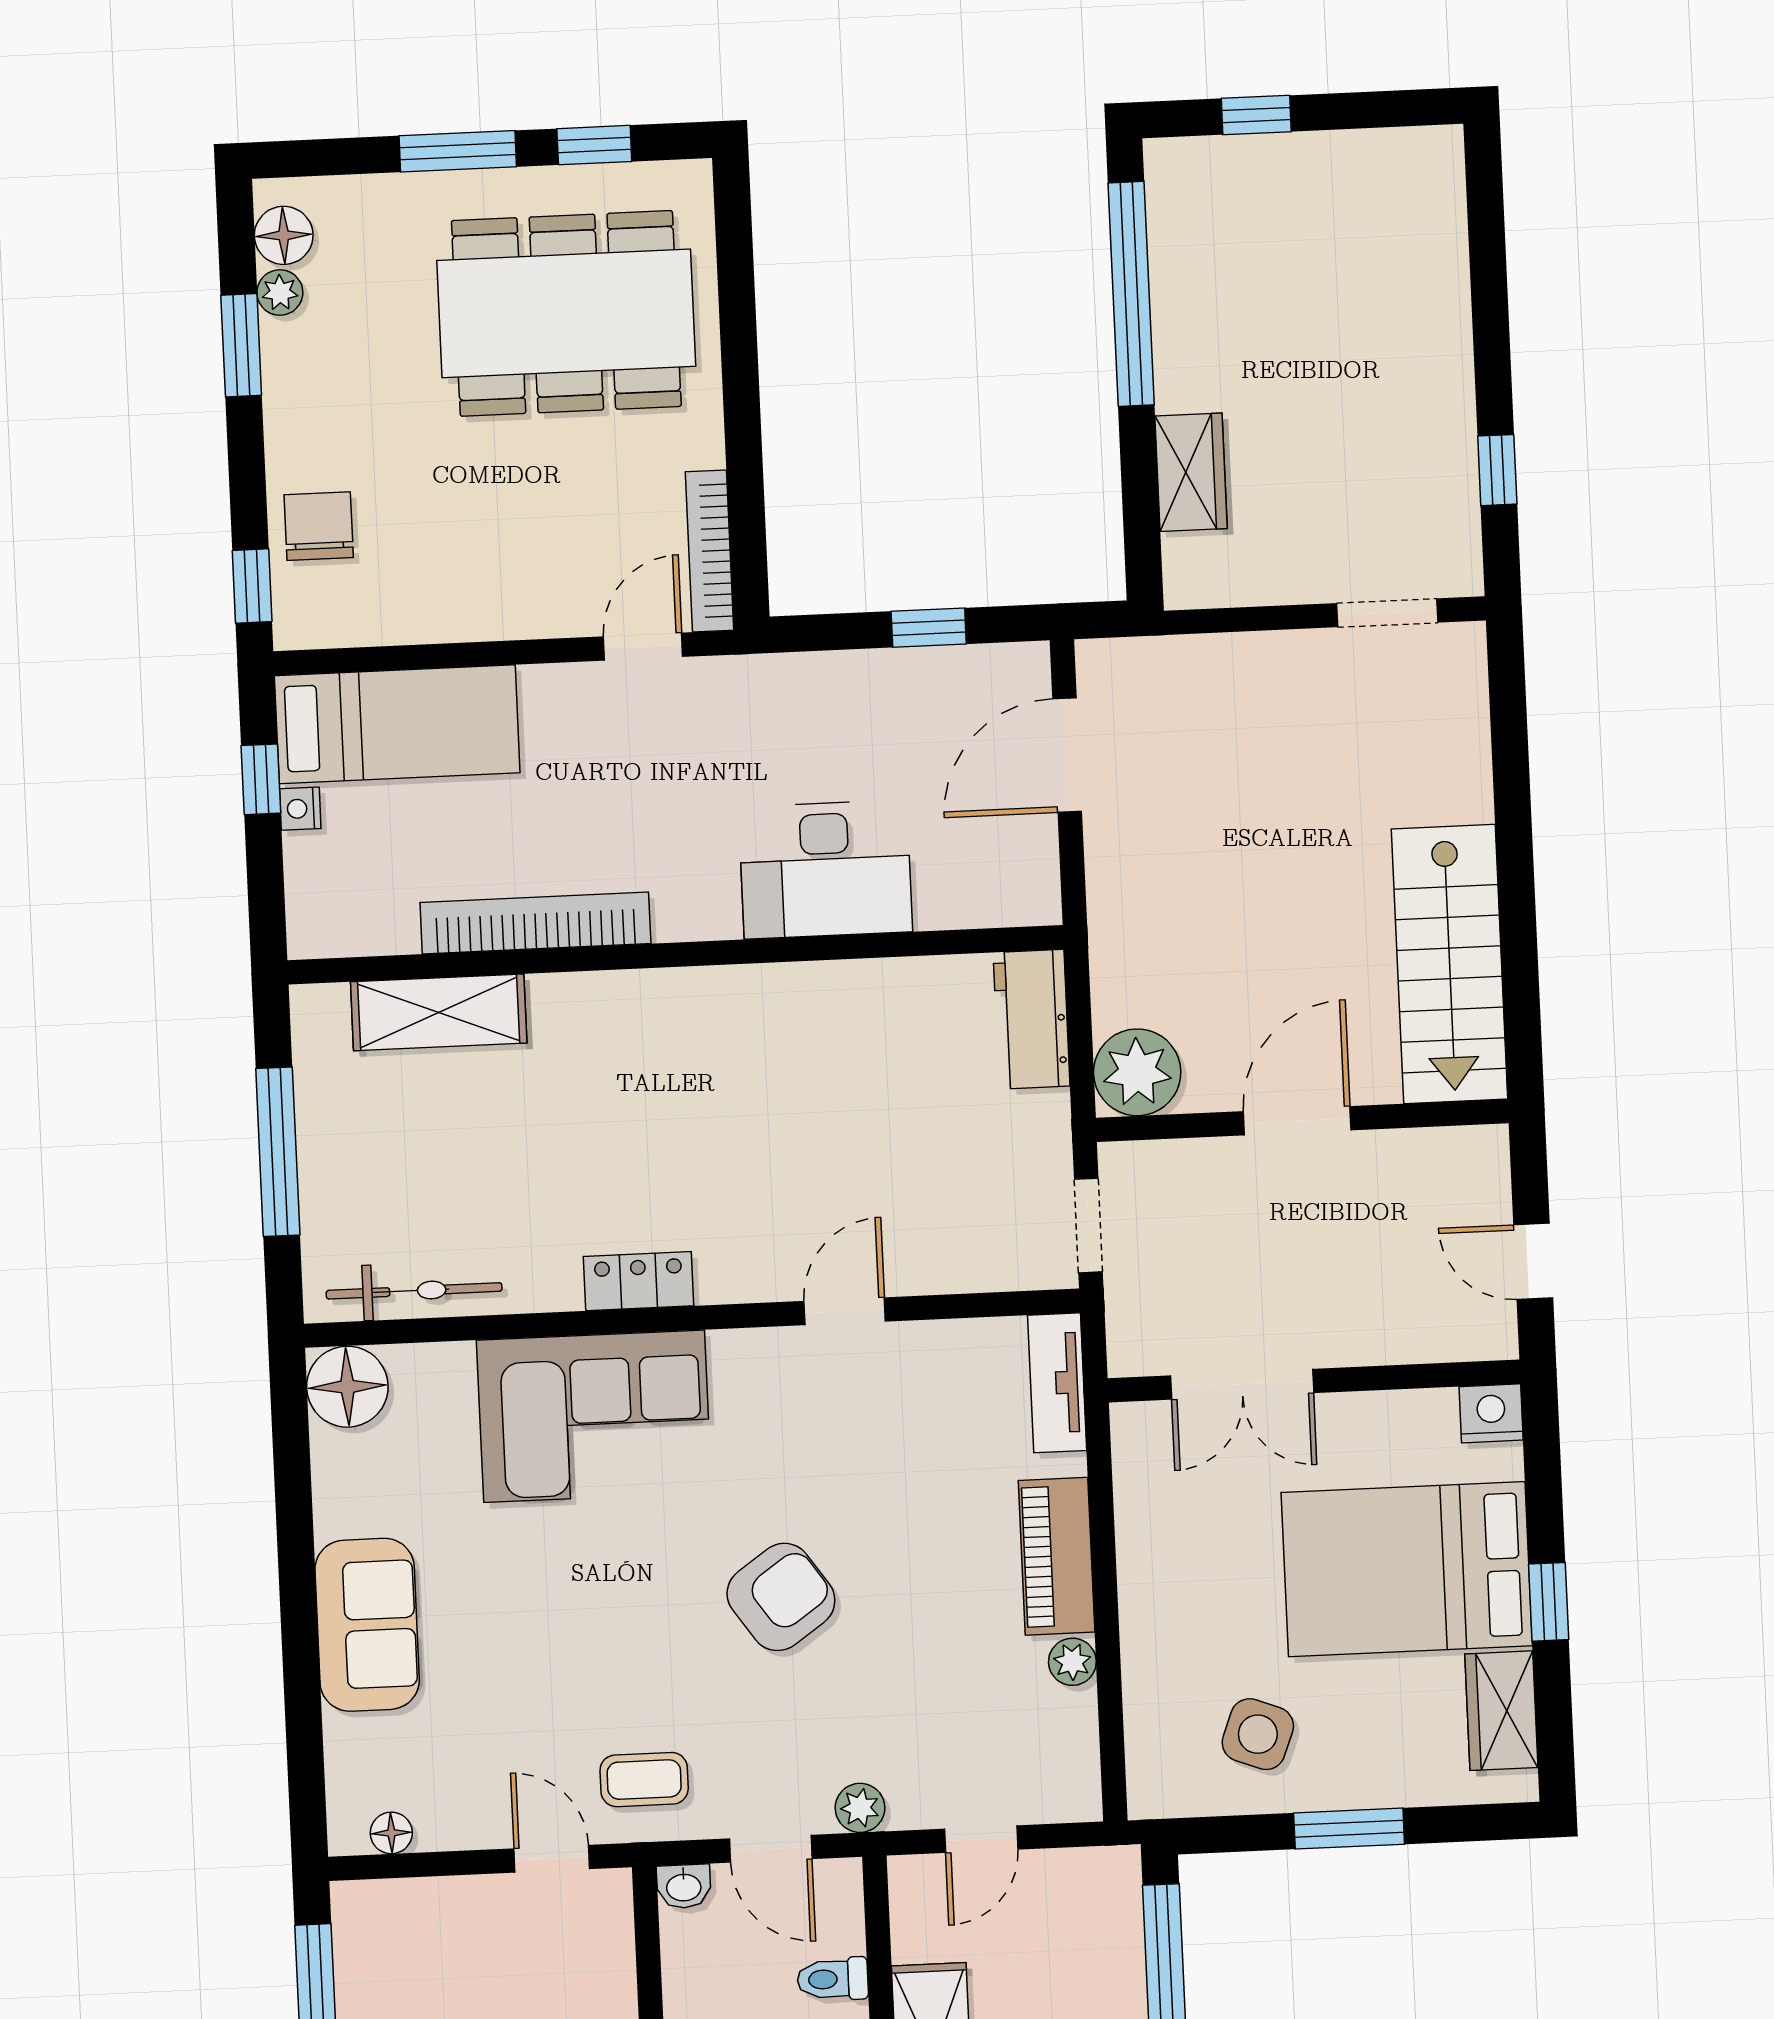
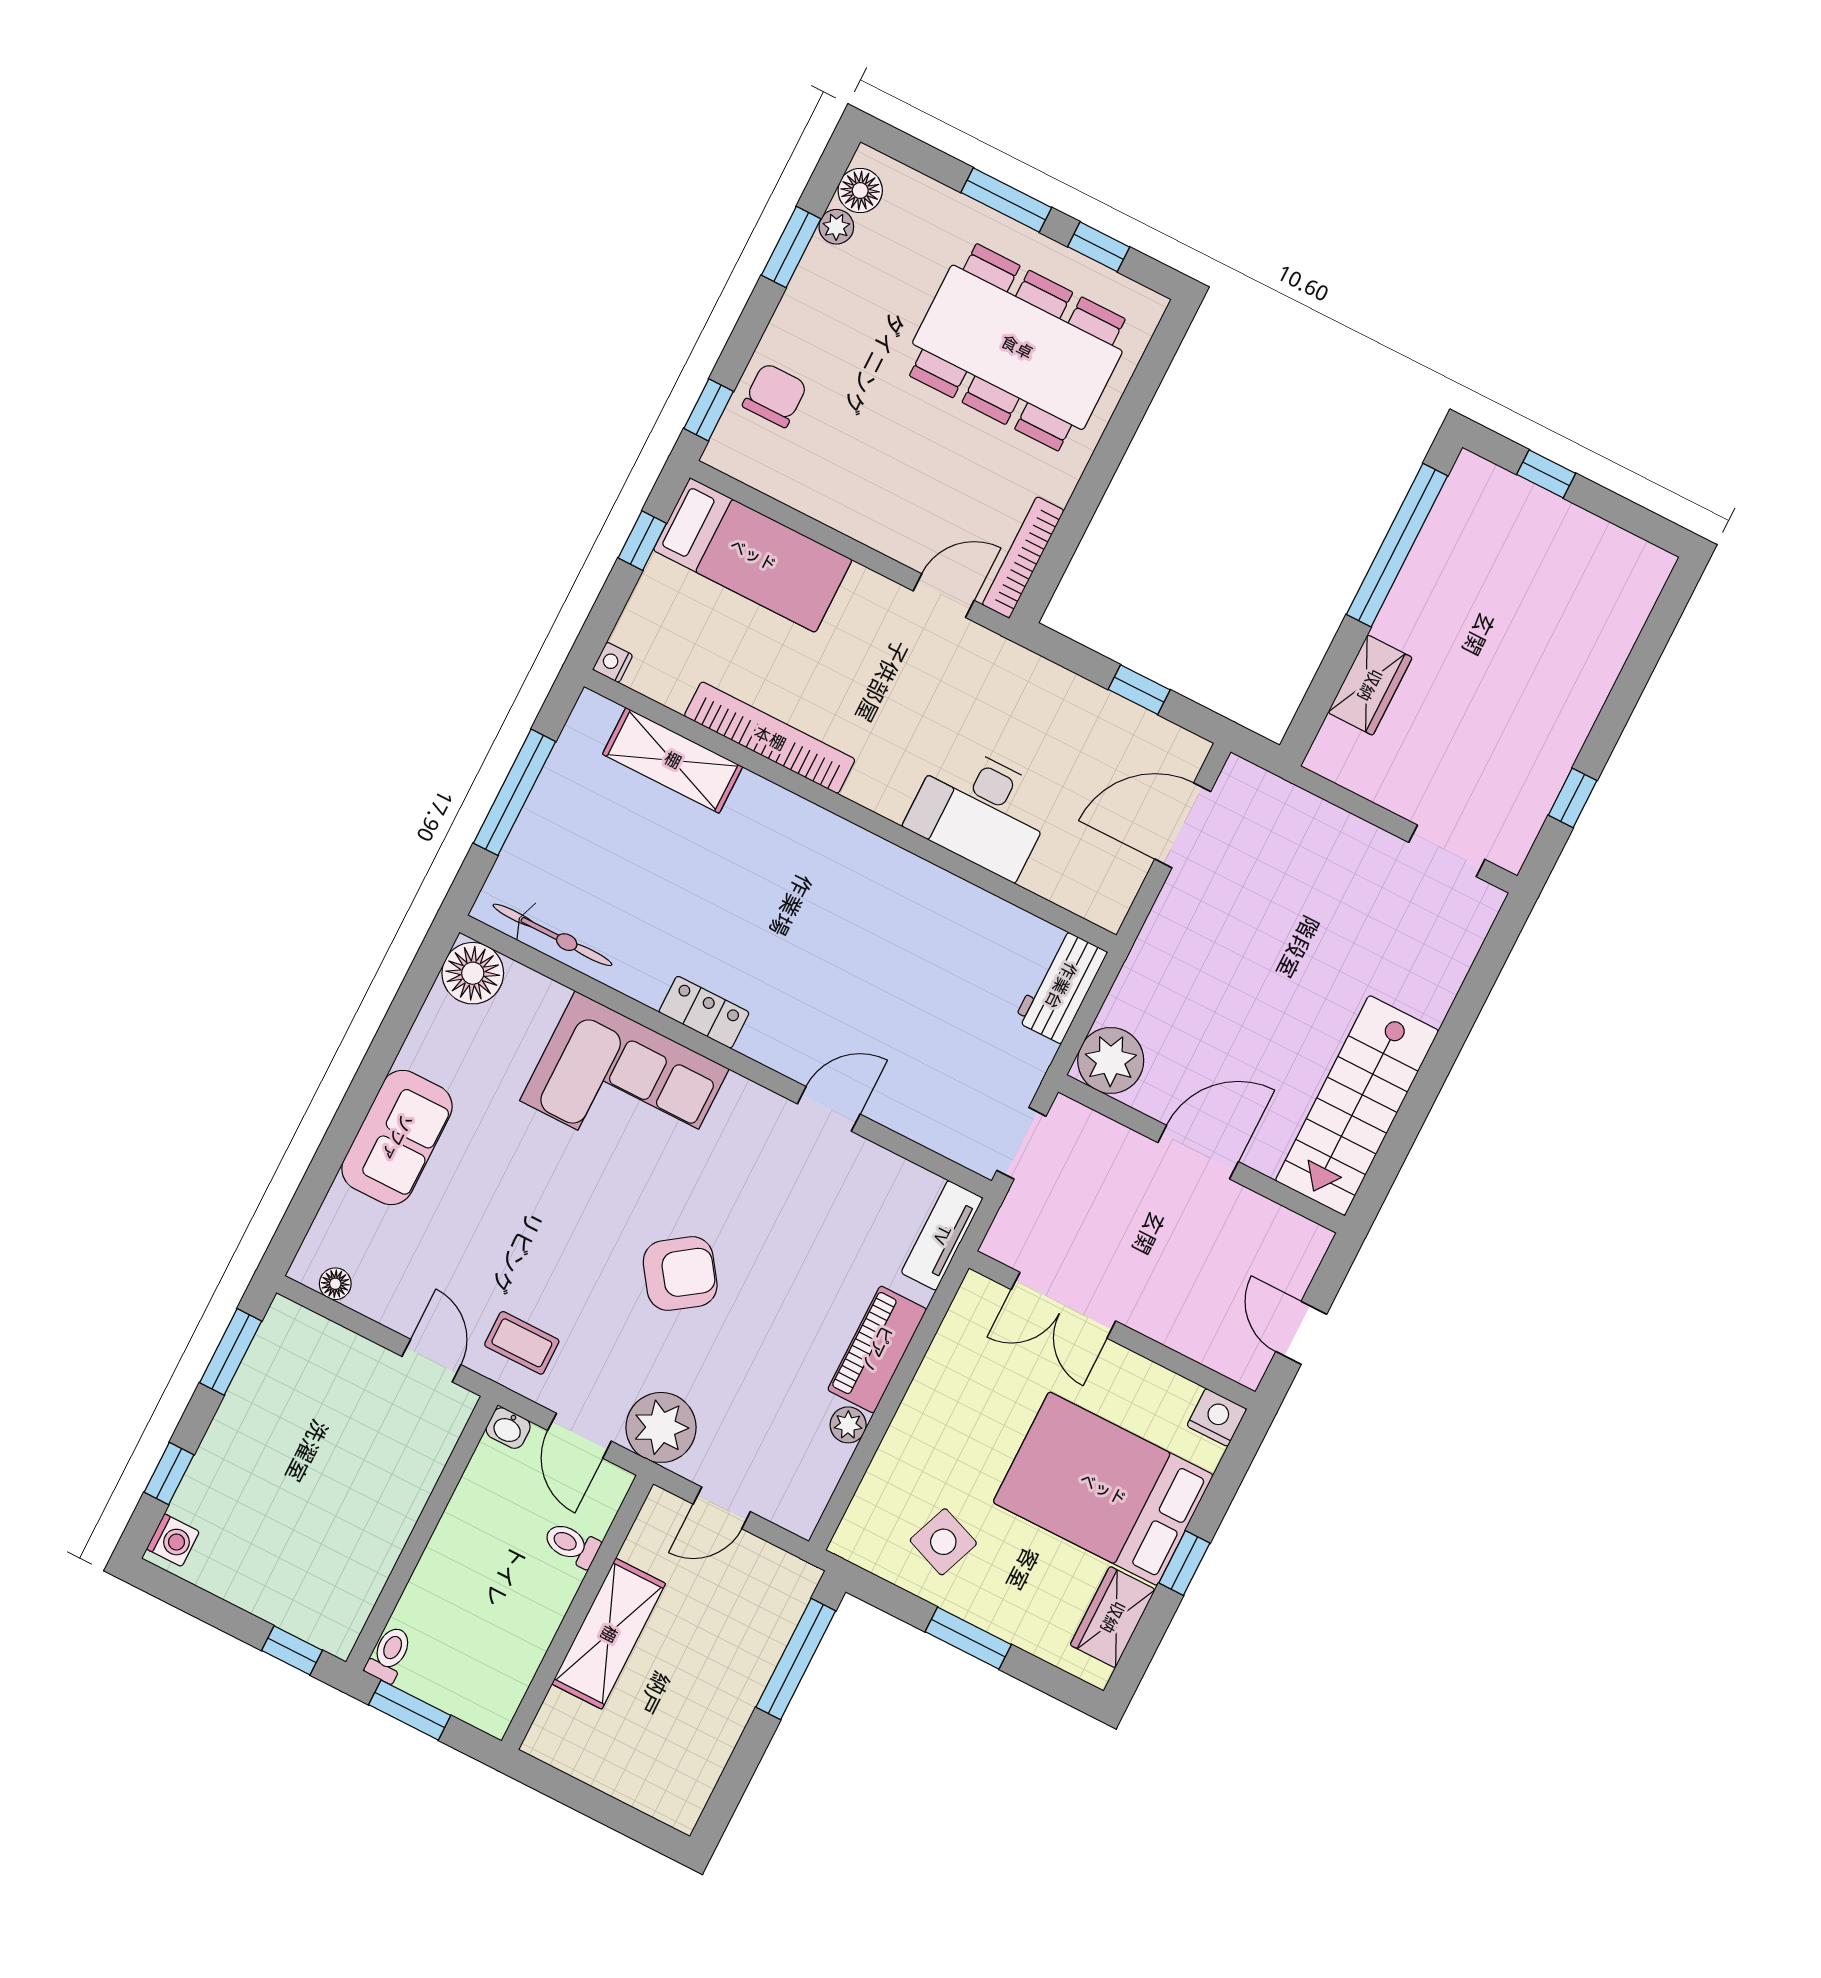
nightstand: (300, 809) -> (613, 662), moved
plant: (860, 1808) -> (661, 1427), width x1.88, depth x1.88

